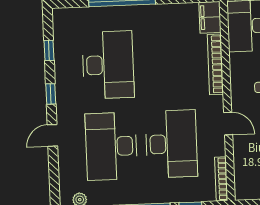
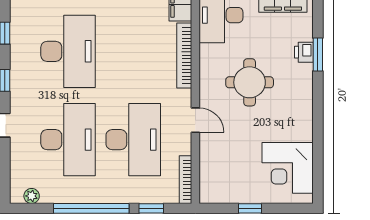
desk: (111, 146) -> (68, 140), turned 180

